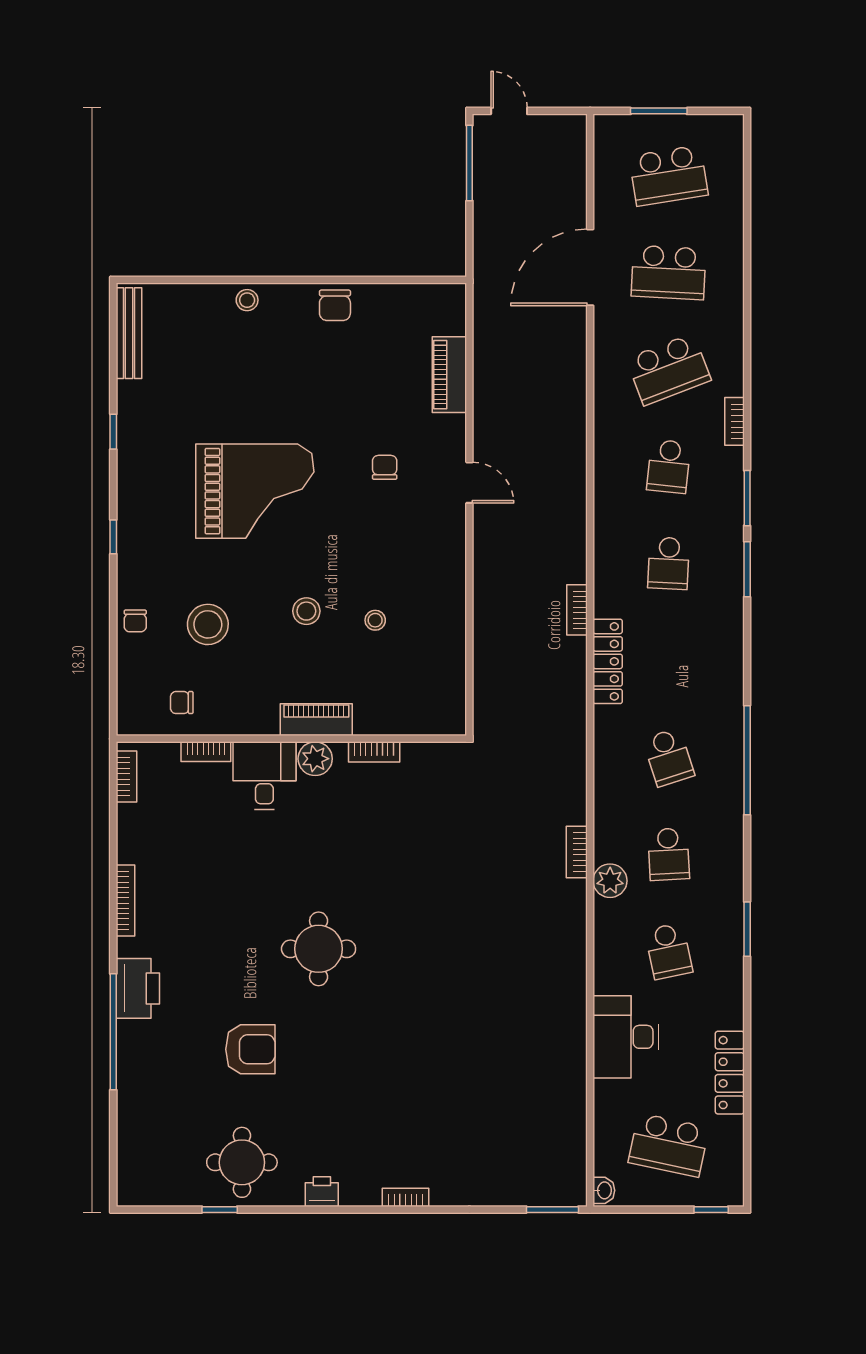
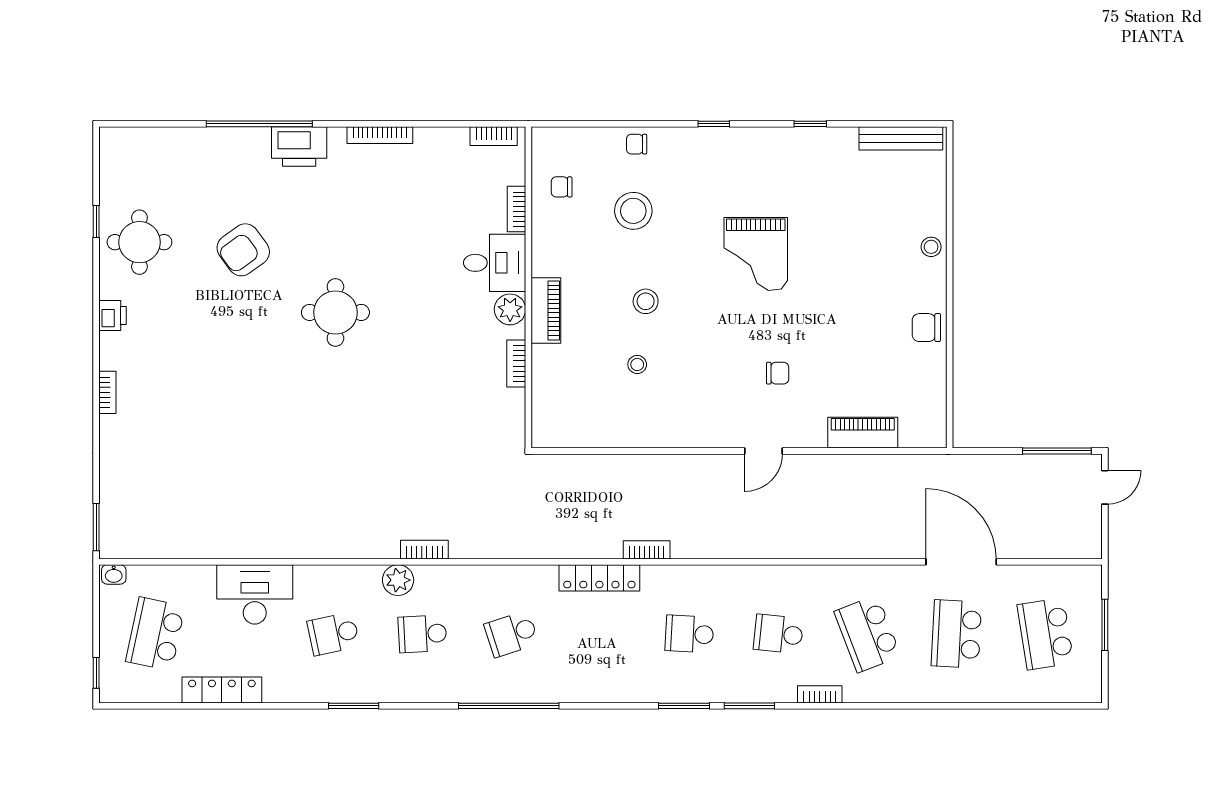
grand piano: (255, 491) -> (756, 254), width x0.73, depth x0.68
chair: (182, 703) -> (562, 187), turned -90
armchair: (250, 1049) -> (243, 250), turned 54

